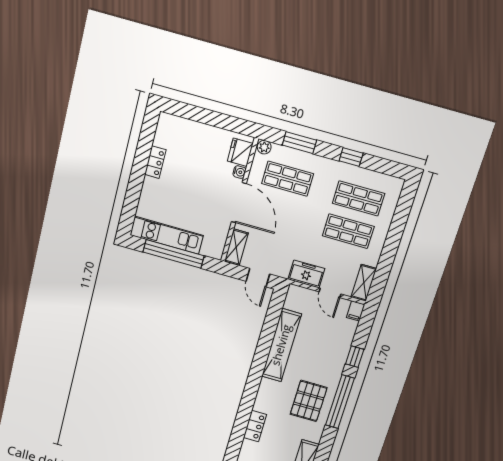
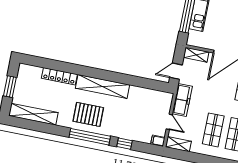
freezer: (306, 274) -> (182, 100), width x1.40
door: (330, 293) -> (169, 122), swing flipped
shelving: (281, 345) -> (103, 86), moved
locker: (255, 426) -> (59, 76), width x1.53

